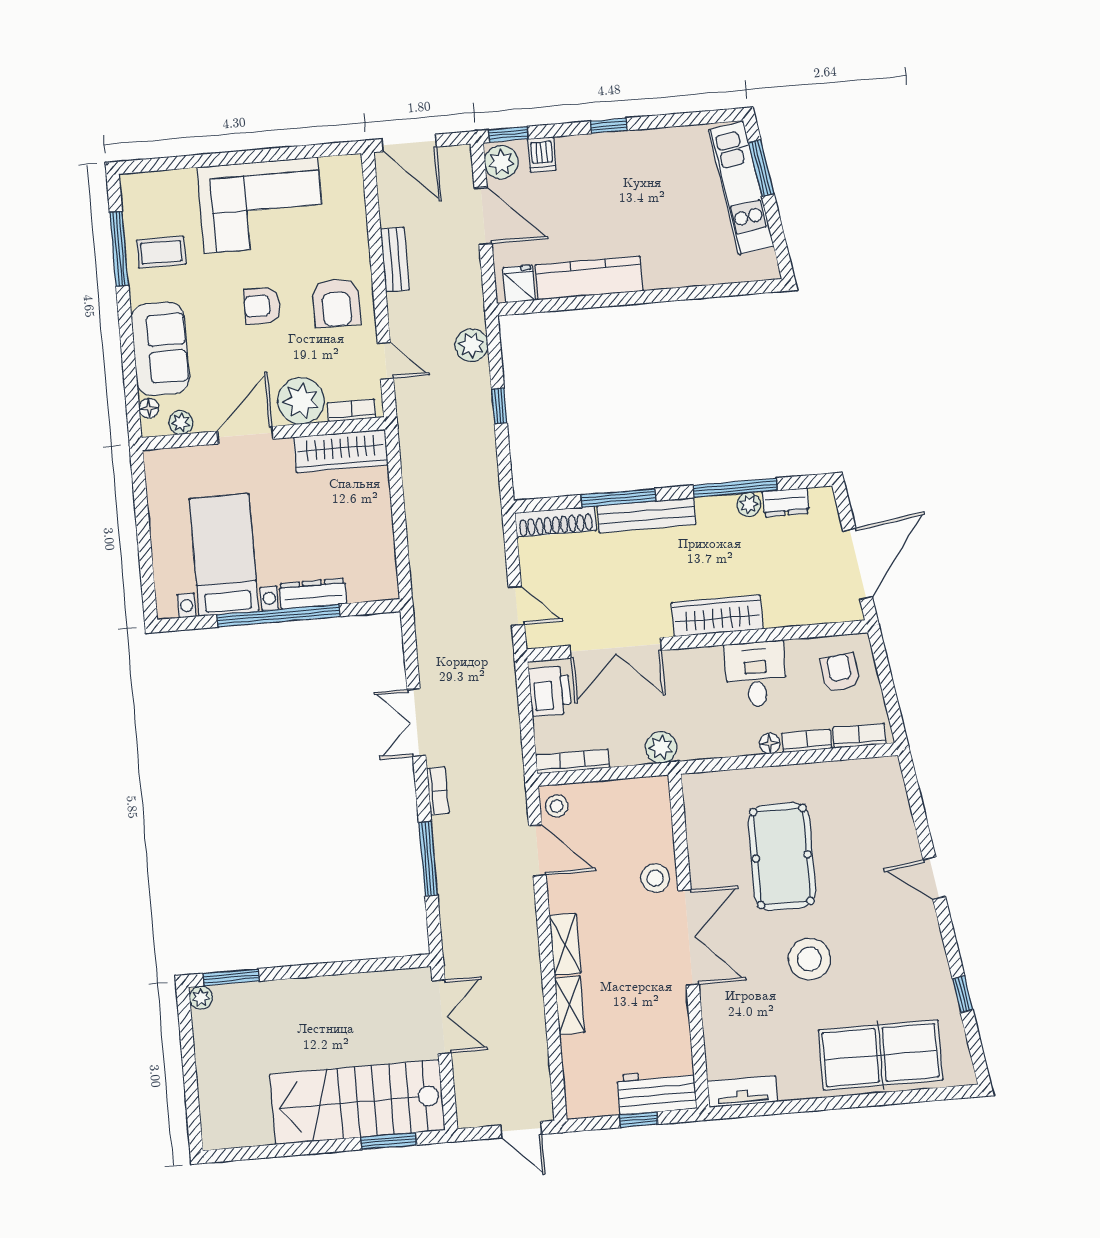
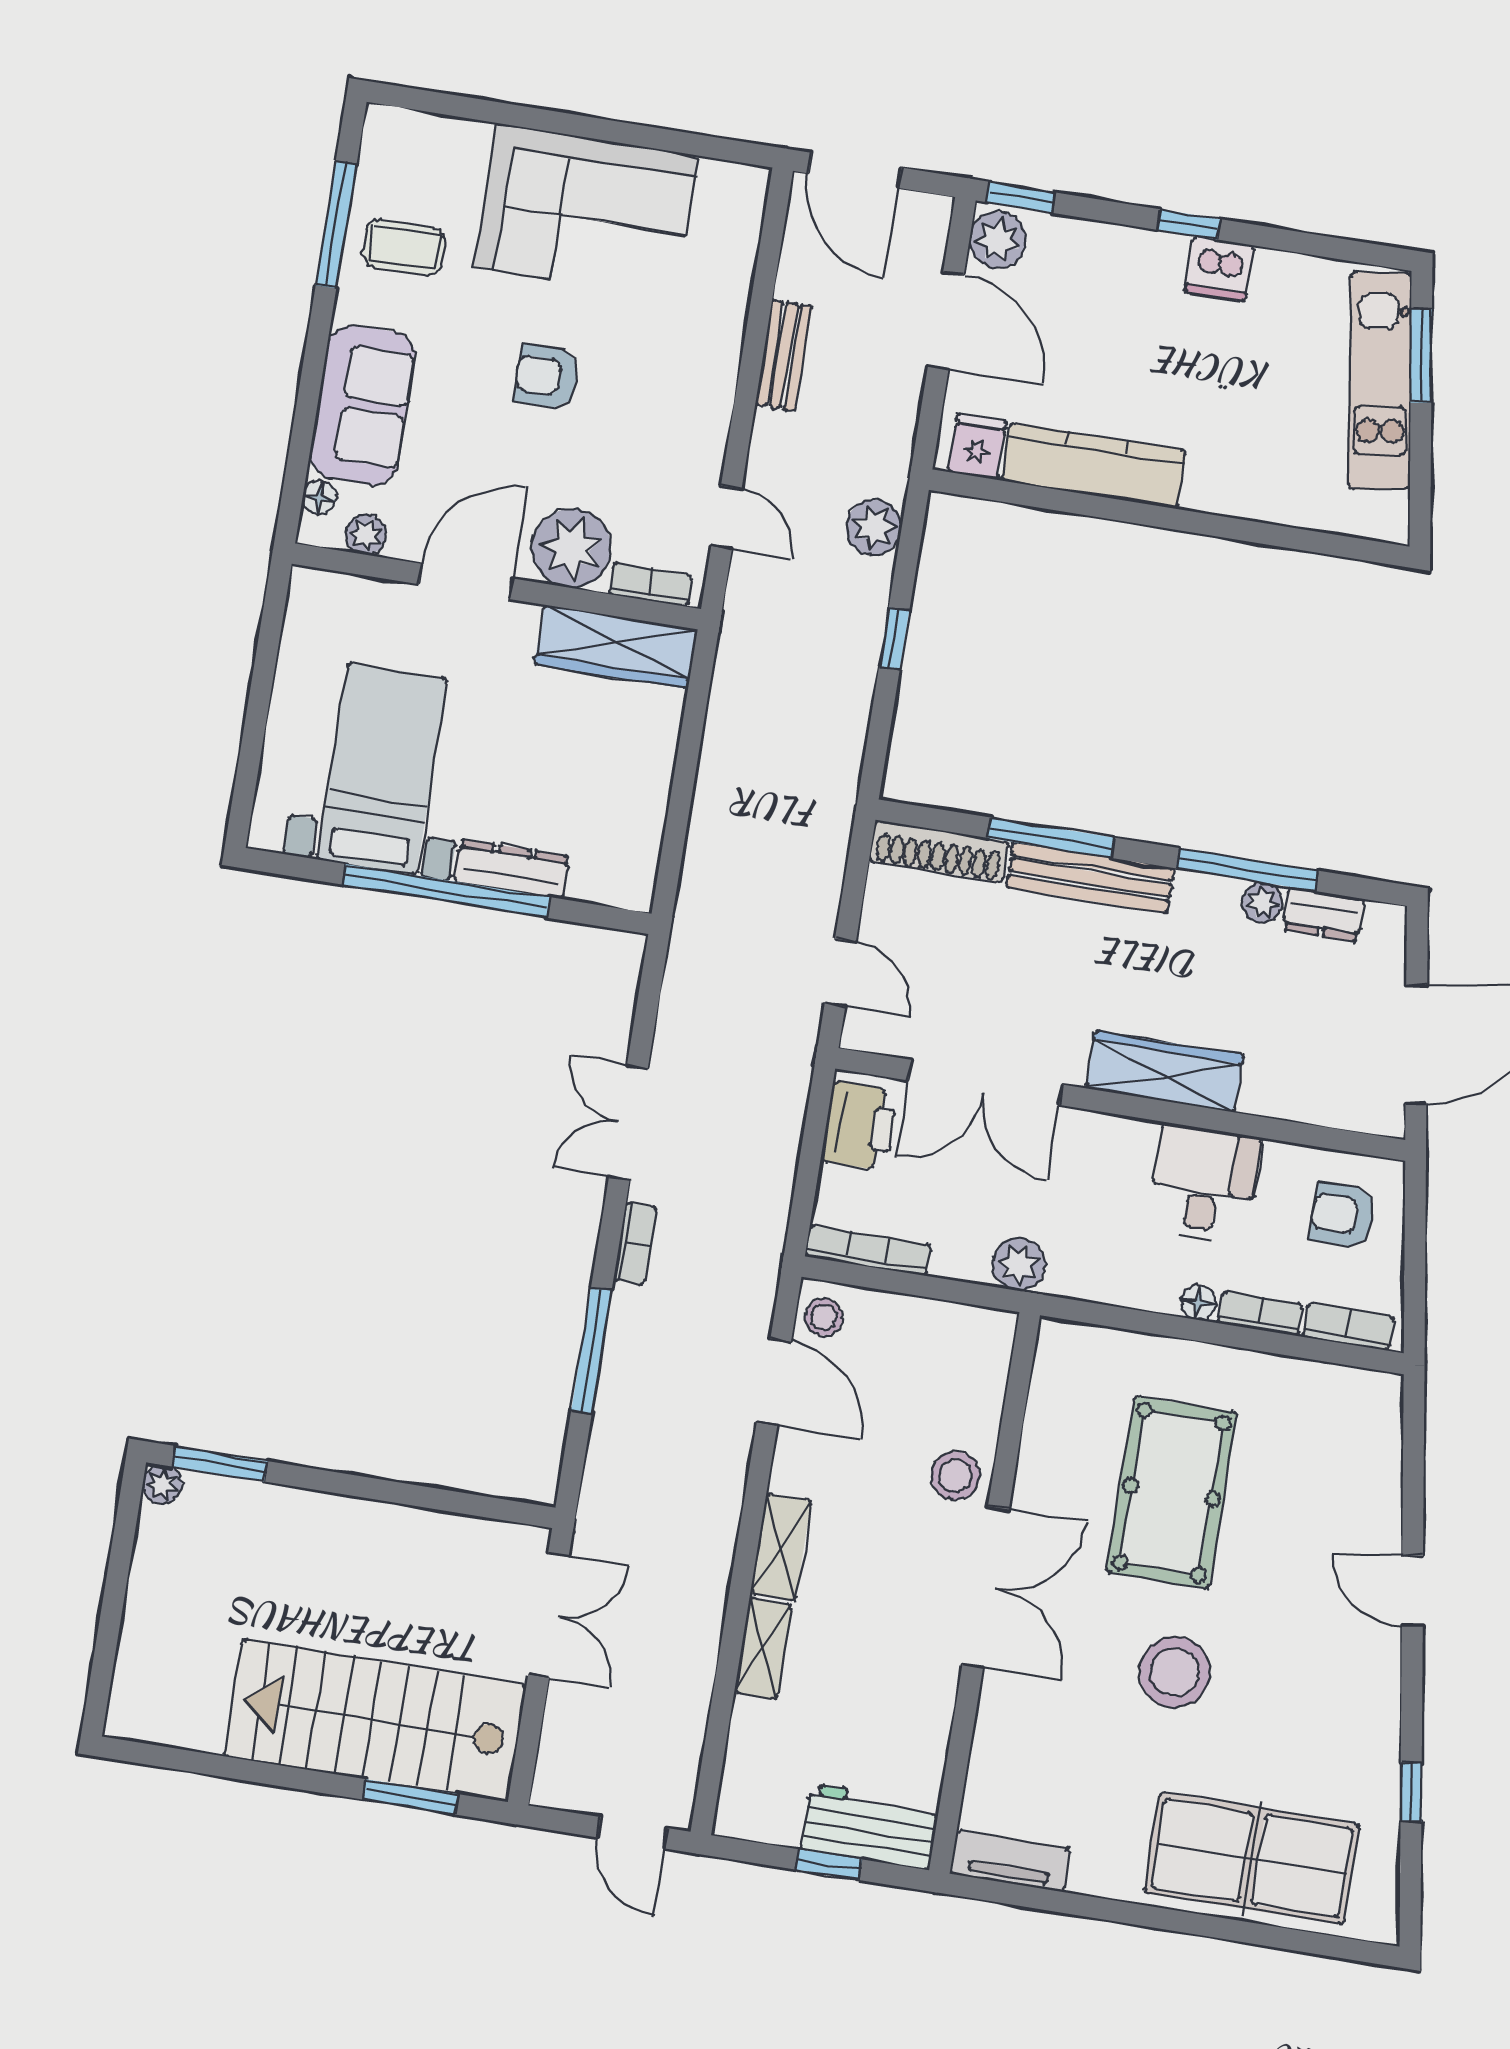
dishwasher: (542, 155) -> (1219, 269), moved, width x1.38
armchair: (336, 303) -> (670, 402), removed
armchair: (840, 672) -> (1343, 1215), turned -83

